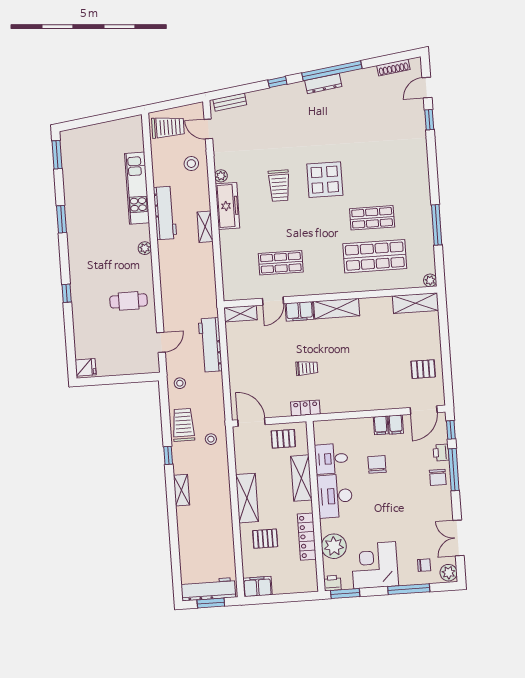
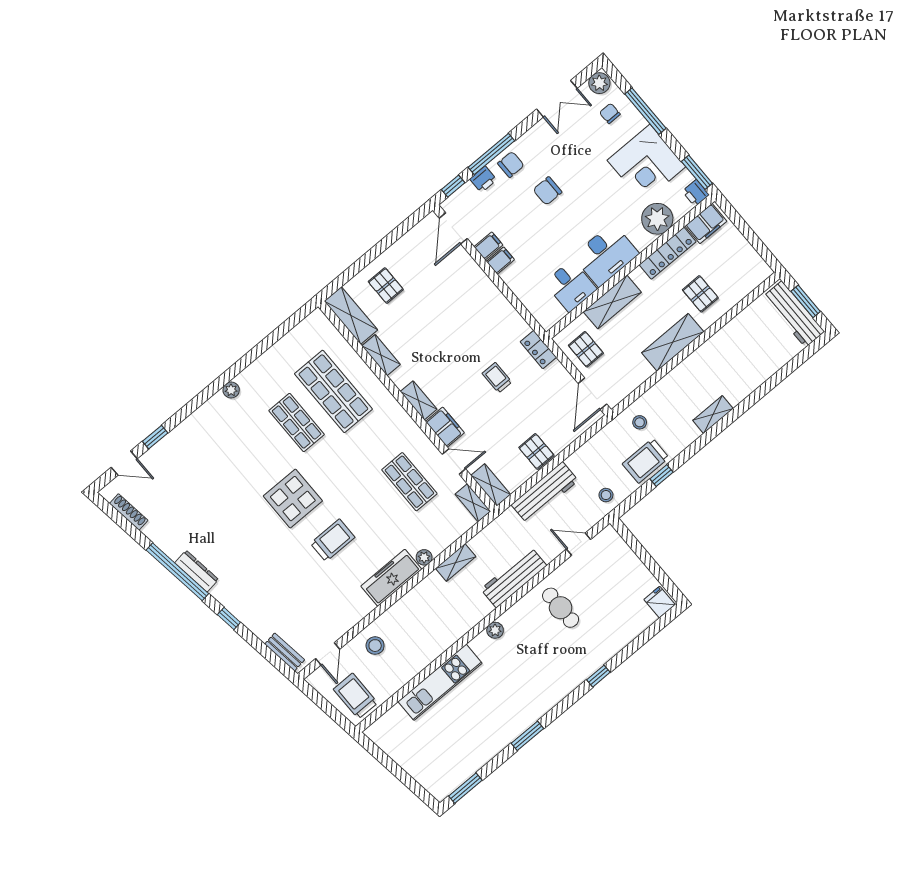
plant: (221, 176) -> (424, 557), moved
workbench: (165, 213) -> (514, 577), moved
window: (437, 225) -> (256, 352), removed
shelving: (205, 227) -> (456, 562), moved
plant: (430, 280) -> (231, 390), moved
shelving: (237, 294) -> (473, 503), added
shelving: (376, 304) -> (381, 355), added
shelving: (337, 309) -> (419, 400), width x0.67, depth x0.75
pallet: (241, 359) -> (536, 451), added
pallet: (423, 369) -> (386, 286), moved
door: (424, 410) -> (453, 228), swing flipped
window: (168, 455) -> (662, 476), moved
chair: (377, 464) -> (547, 191), moved
filing cabinet: (257, 586) -> (706, 224), moved, turned -90

